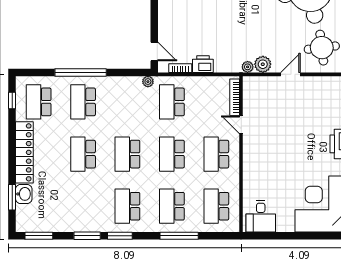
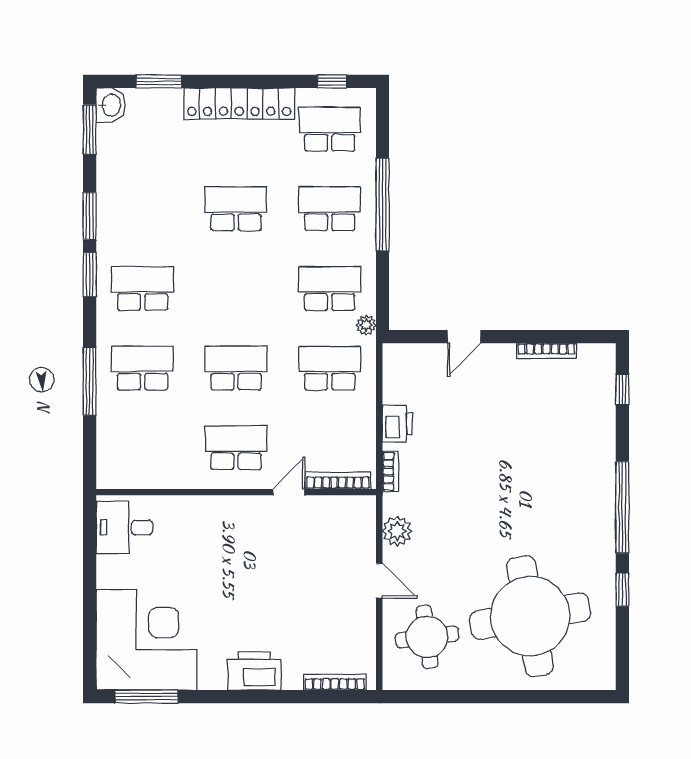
door: (154, 51) -> (464, 337), moved
plant: (248, 67) -> (392, 504), removed
bookcase: (180, 68) -> (390, 471), moved
school desk: (127, 154) -> (330, 288), moved
washbasin: (24, 194) -> (111, 105), moved, turned -90
school desk: (216, 206) -> (143, 448), removed

